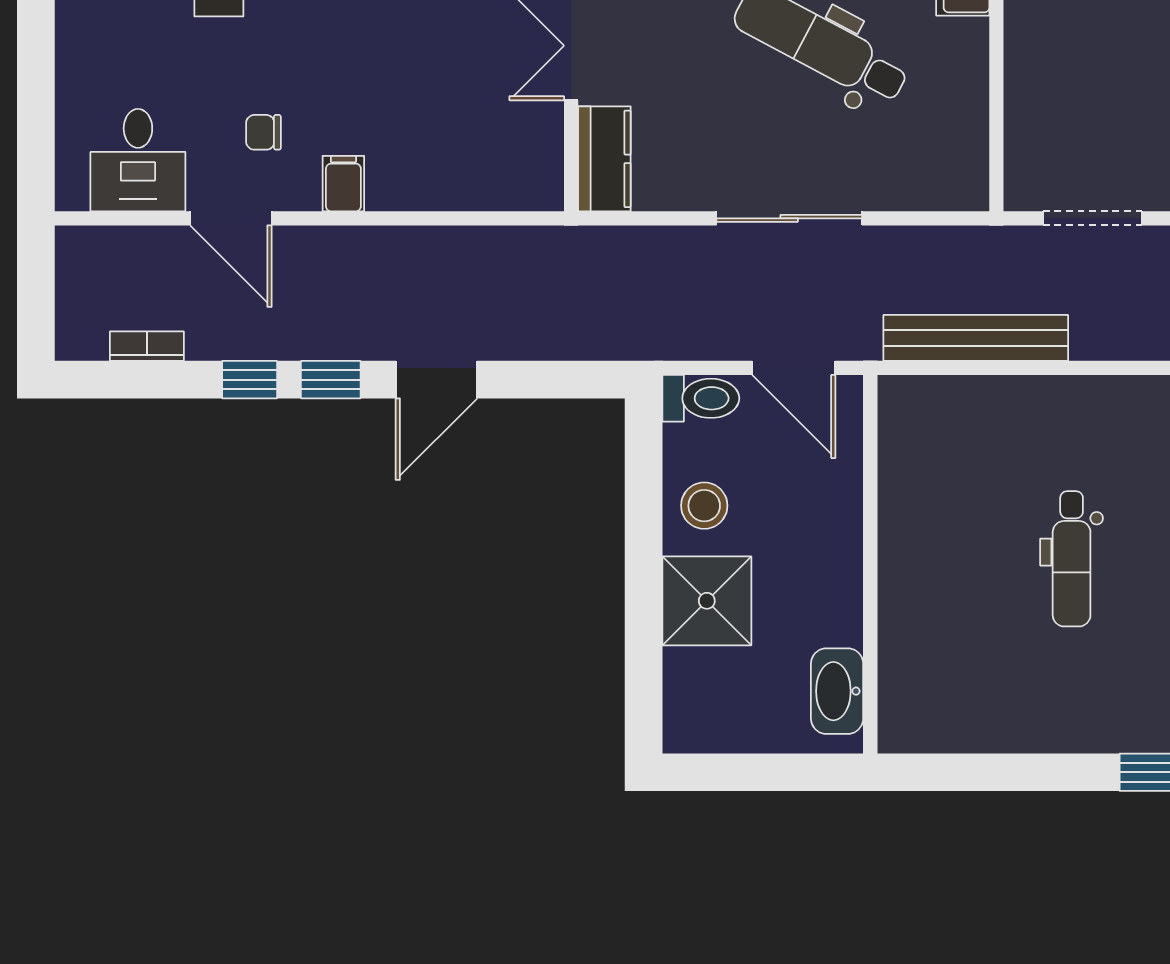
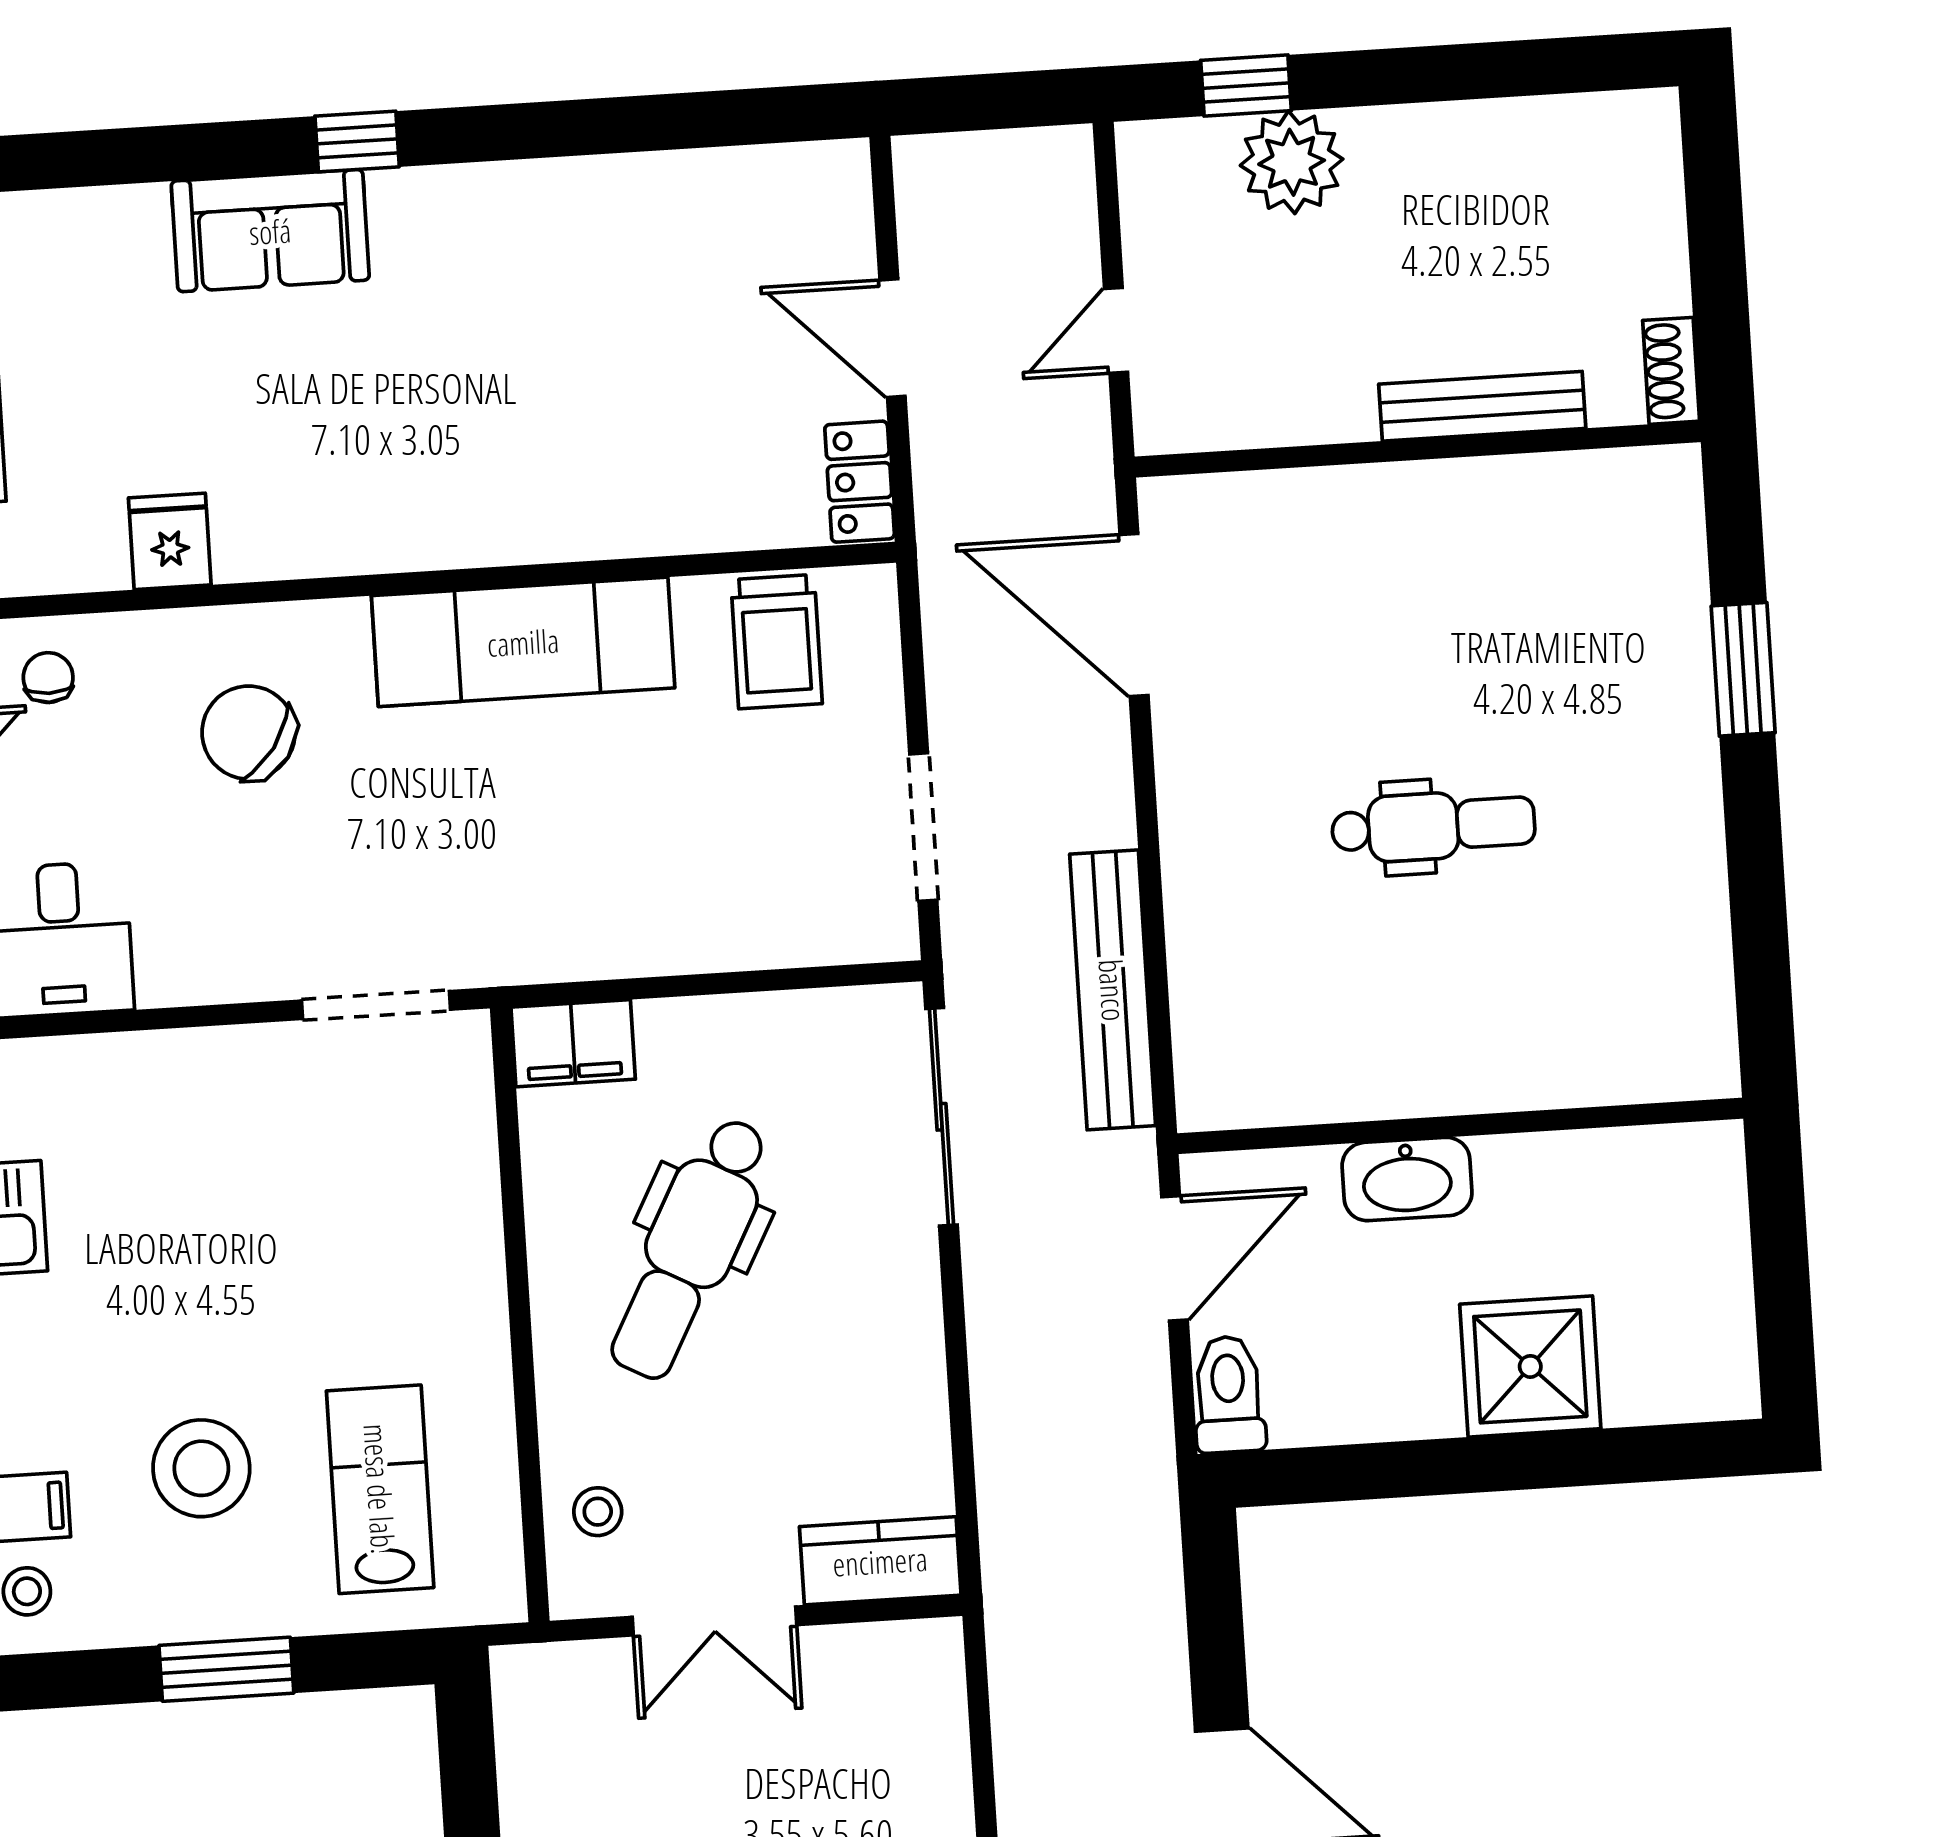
sliding door: (789, 218) -> (942, 1117), moved
stool: (704, 506) -> (1388, 1379), removed
washbasin: (837, 691) -> (1407, 1179), moved

